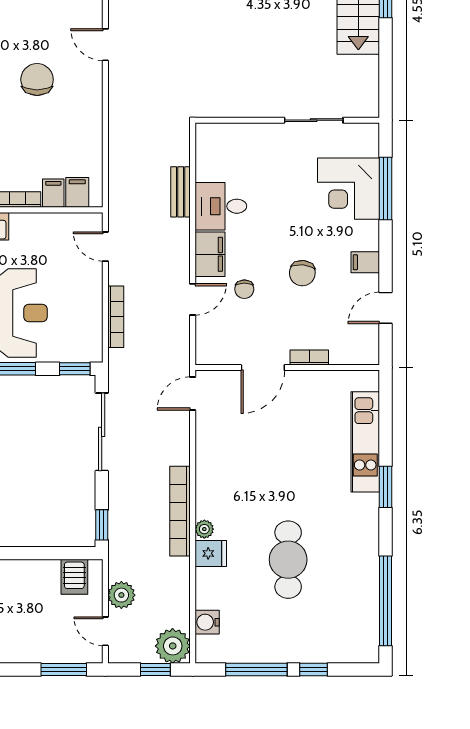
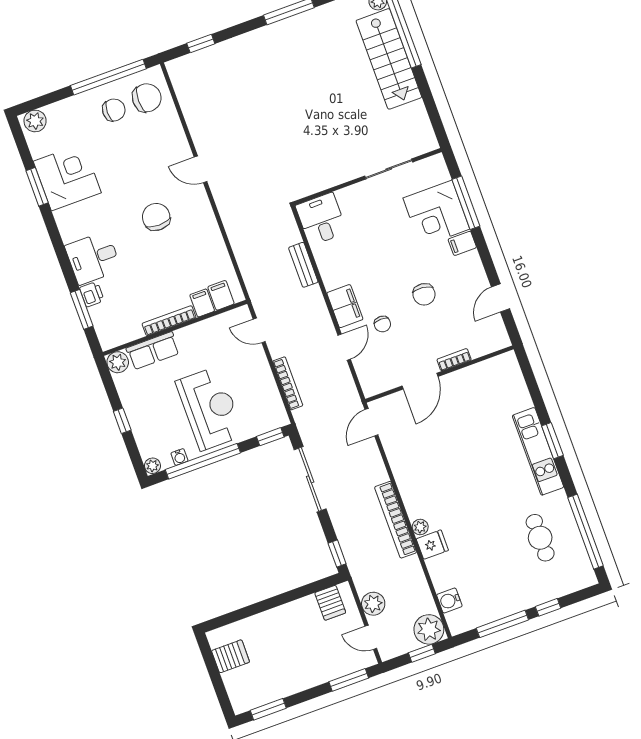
desk: (221, 206) -> (321, 219), moved, turned 90
filing cabinet: (365, 262) -> (462, 243), moved
kitchen unit: (365, 442) -> (538, 451), moved
cafe table: (288, 560) -> (540, 538), moved, width x0.73, depth x0.74

